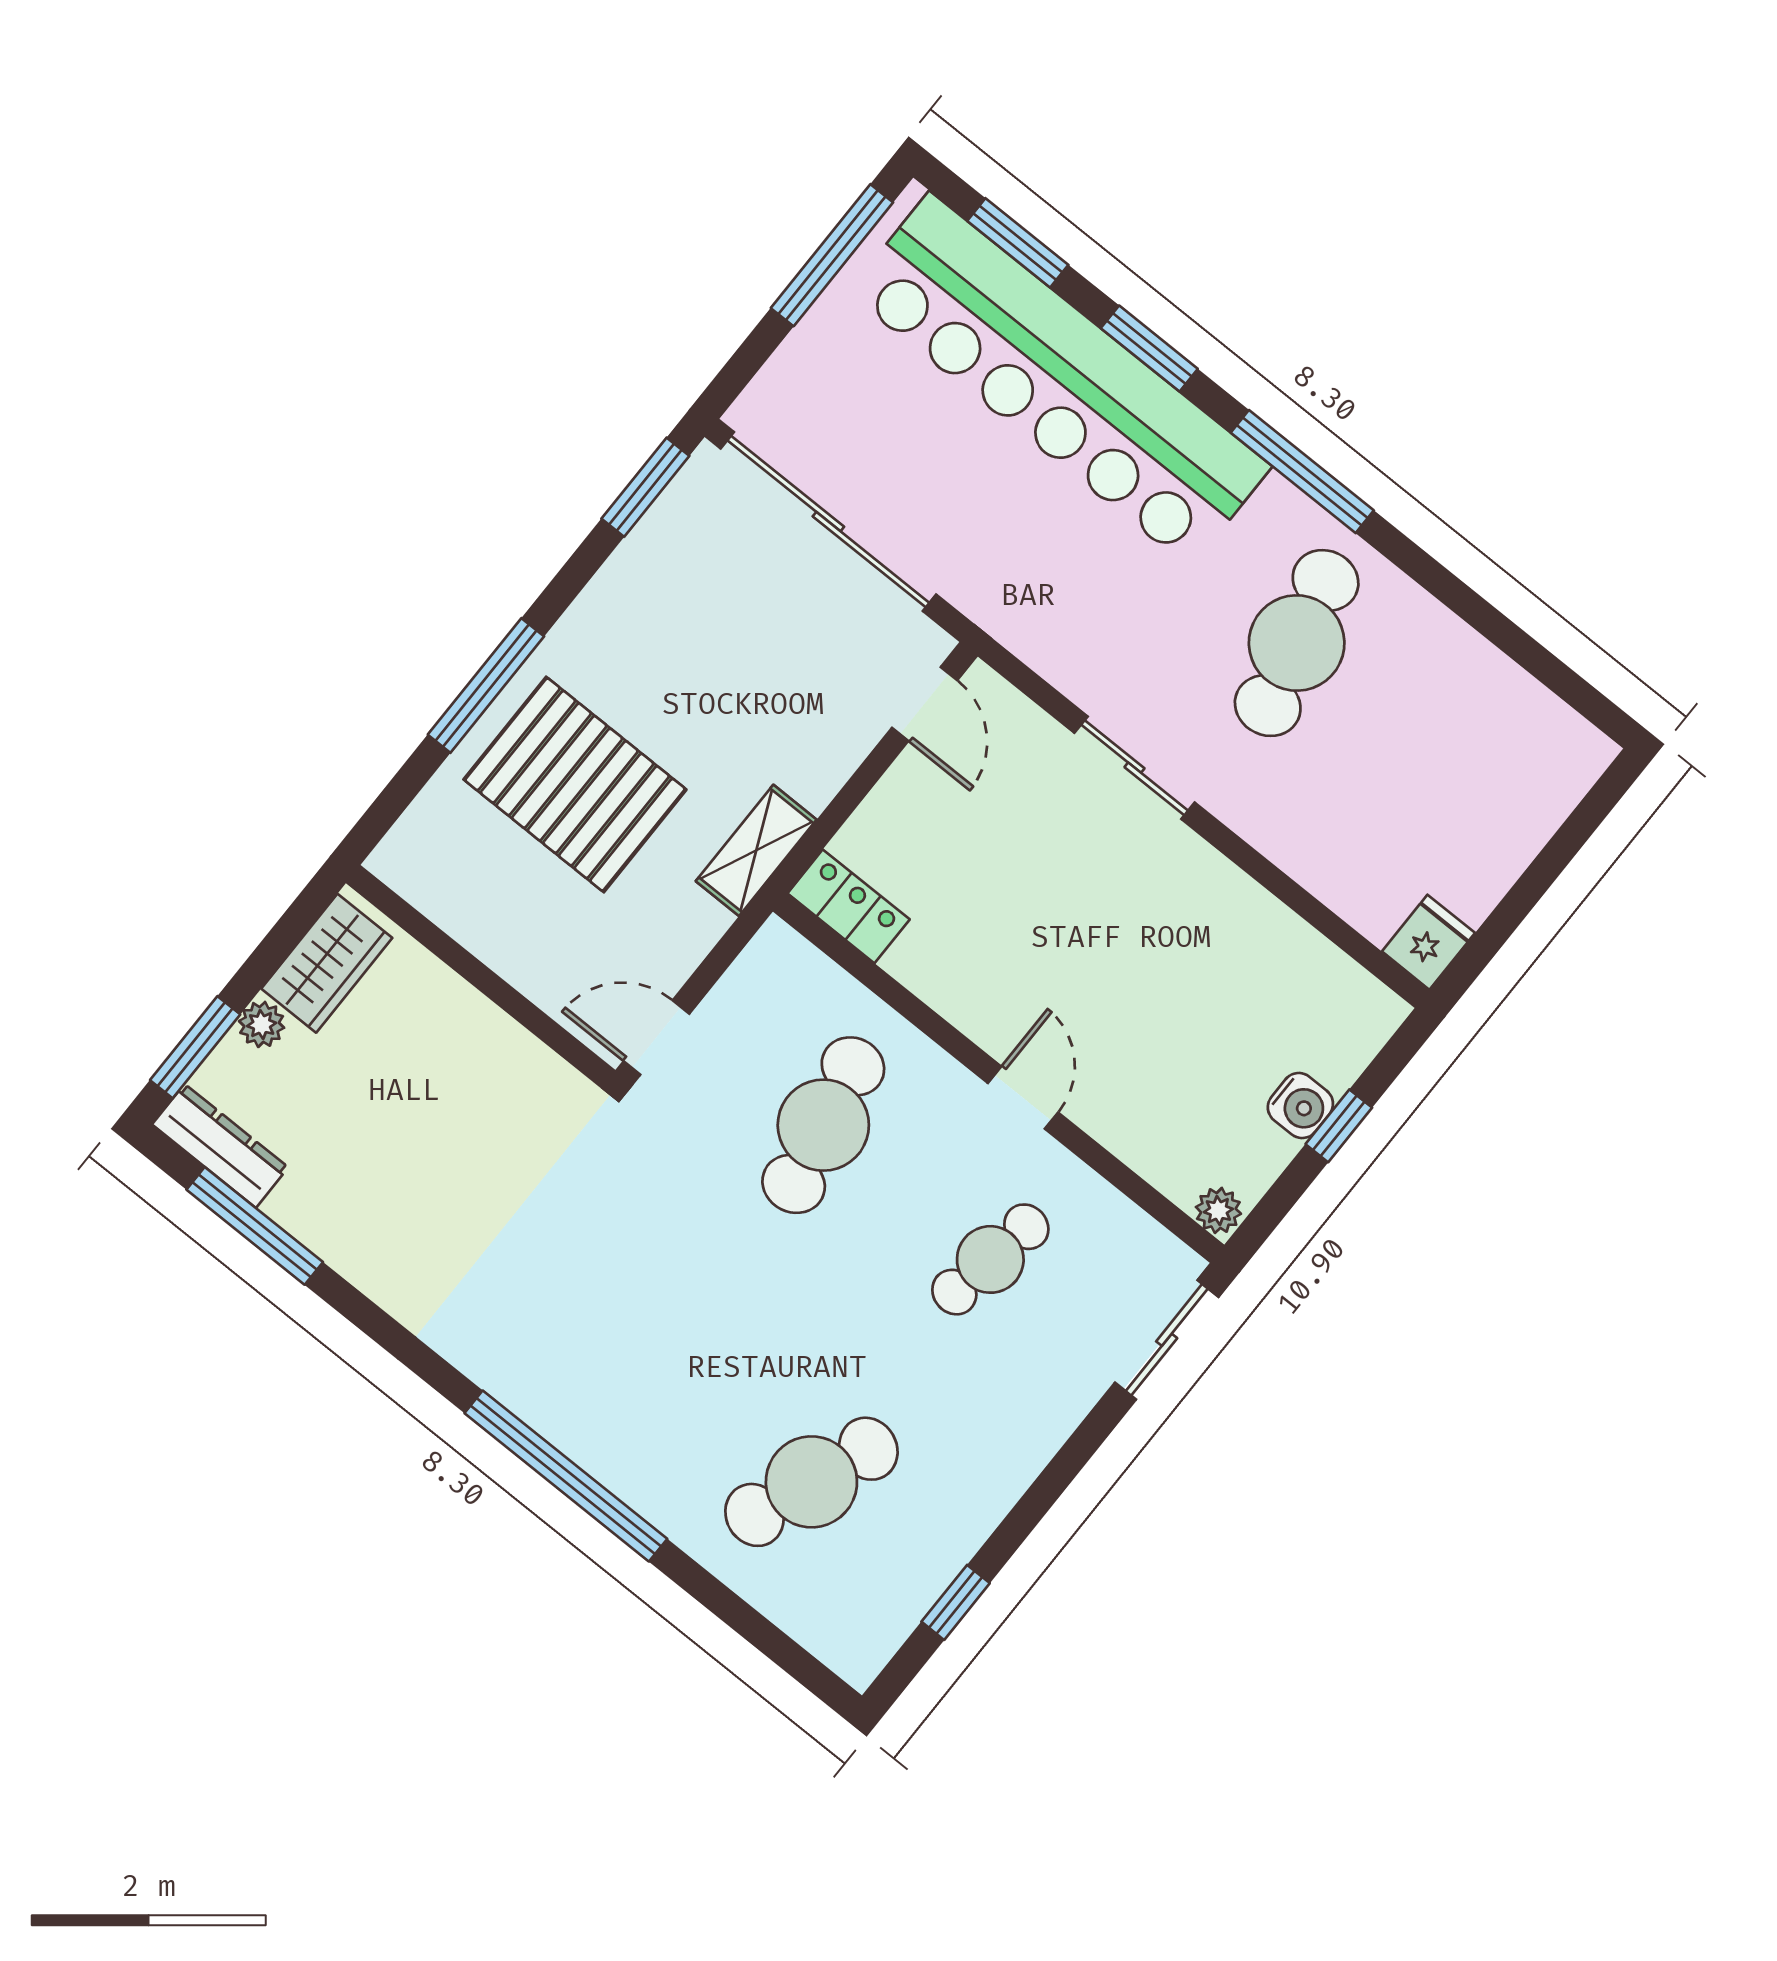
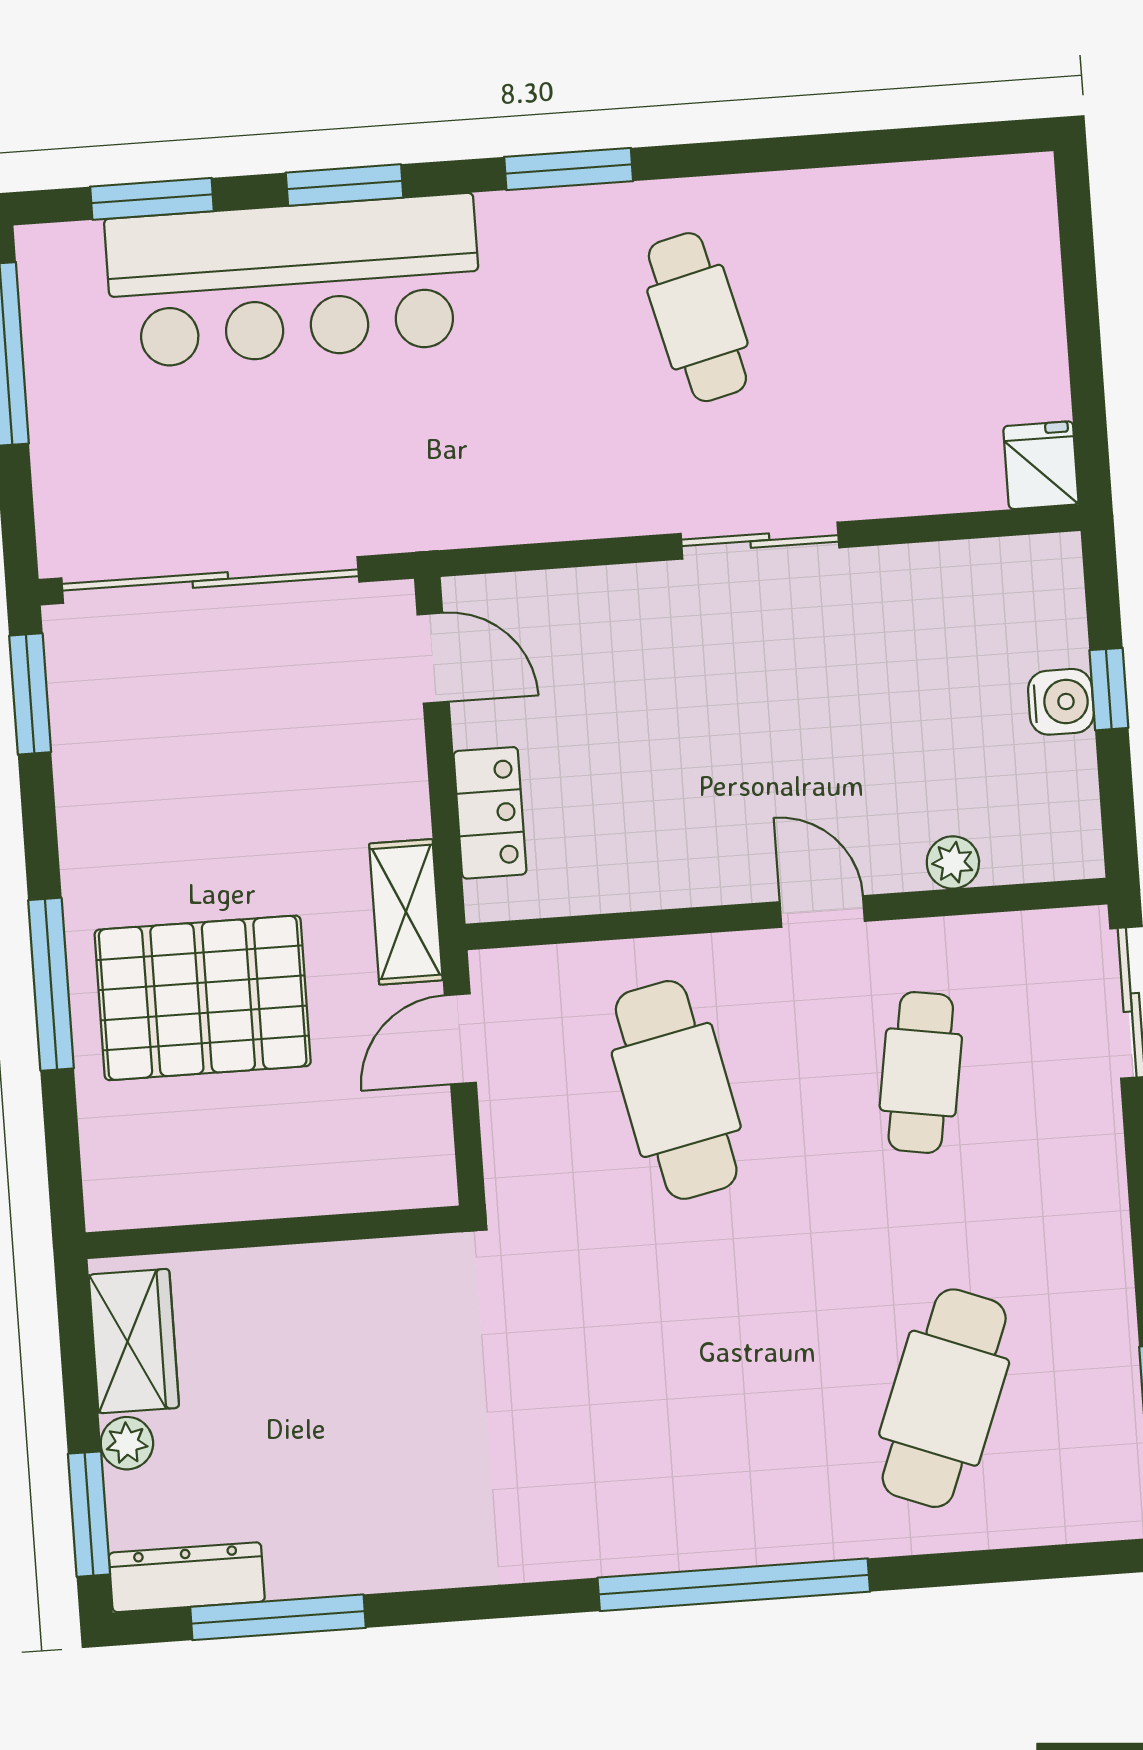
bar counter: (1060, 380) -> (294, 281), width x0.73
window: (1302, 472) -> (569, 169), width x0.69
cafe table: (1297, 643) -> (697, 317), width x0.73, depth x0.74
sliding door: (1135, 768) -> (760, 541), moved
locker: (849, 906) -> (490, 813), moved, turned 90
door: (656, 1037) -> (460, 1039), moved
plant: (1218, 1210) -> (953, 862), moved

